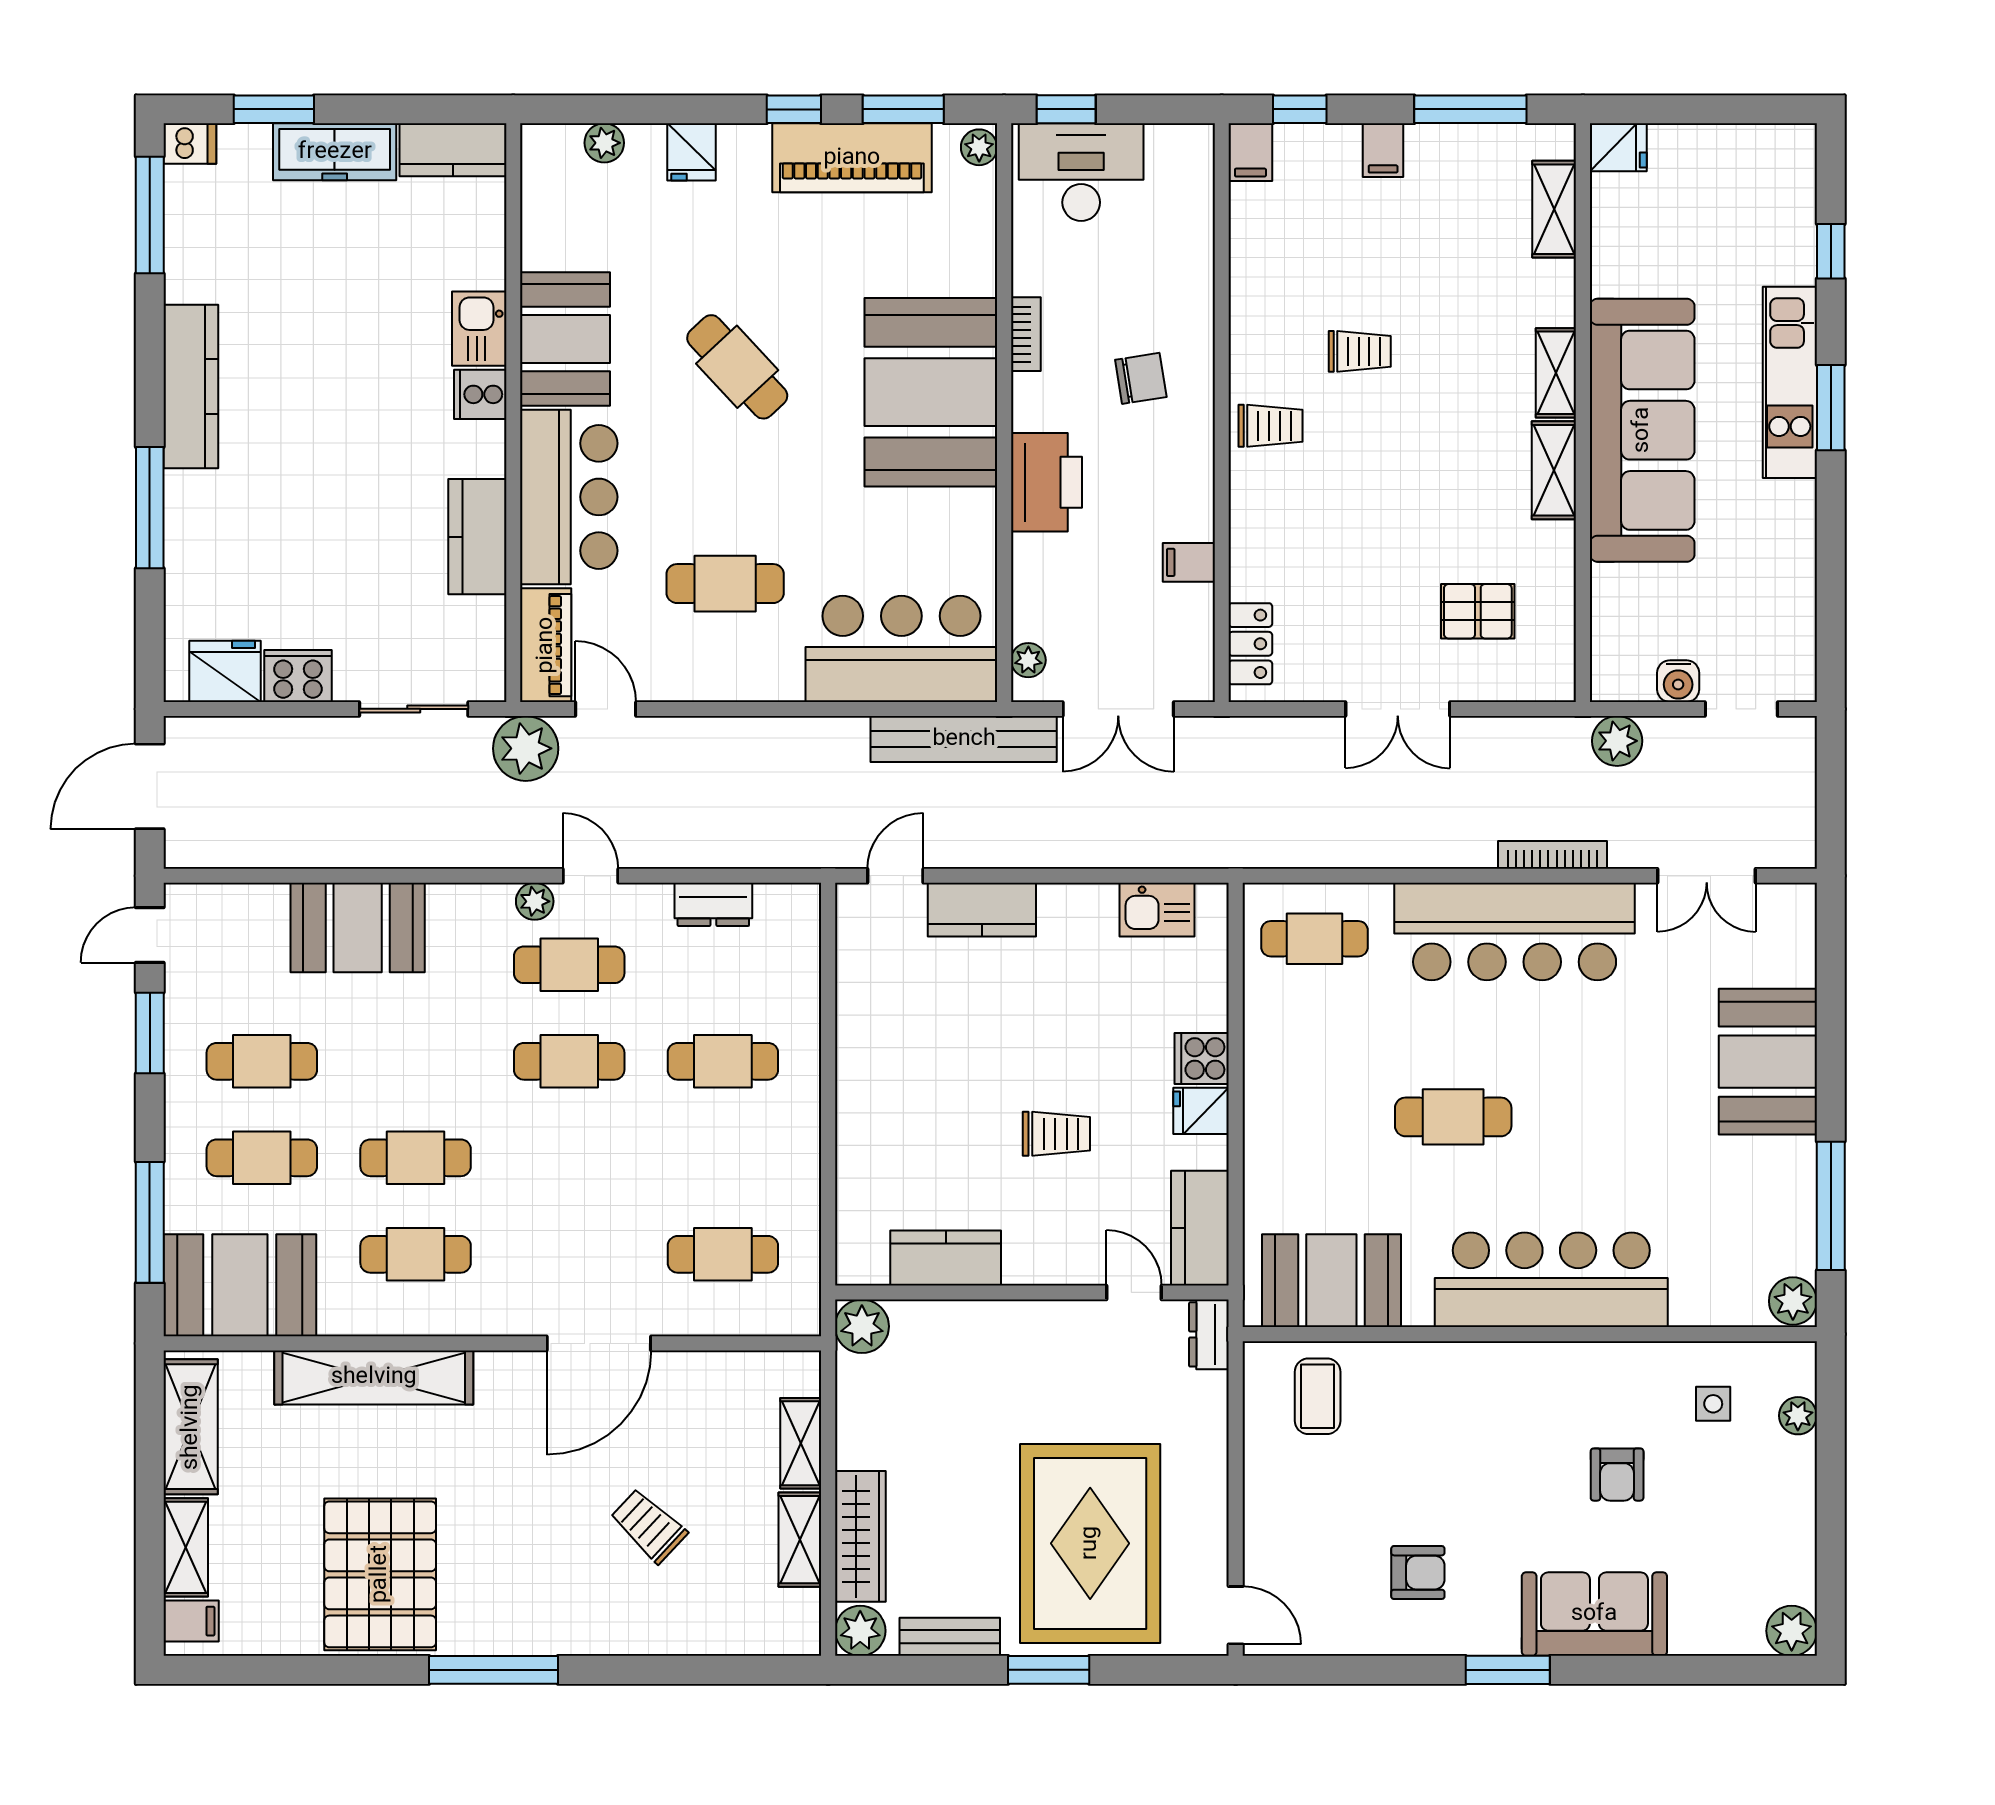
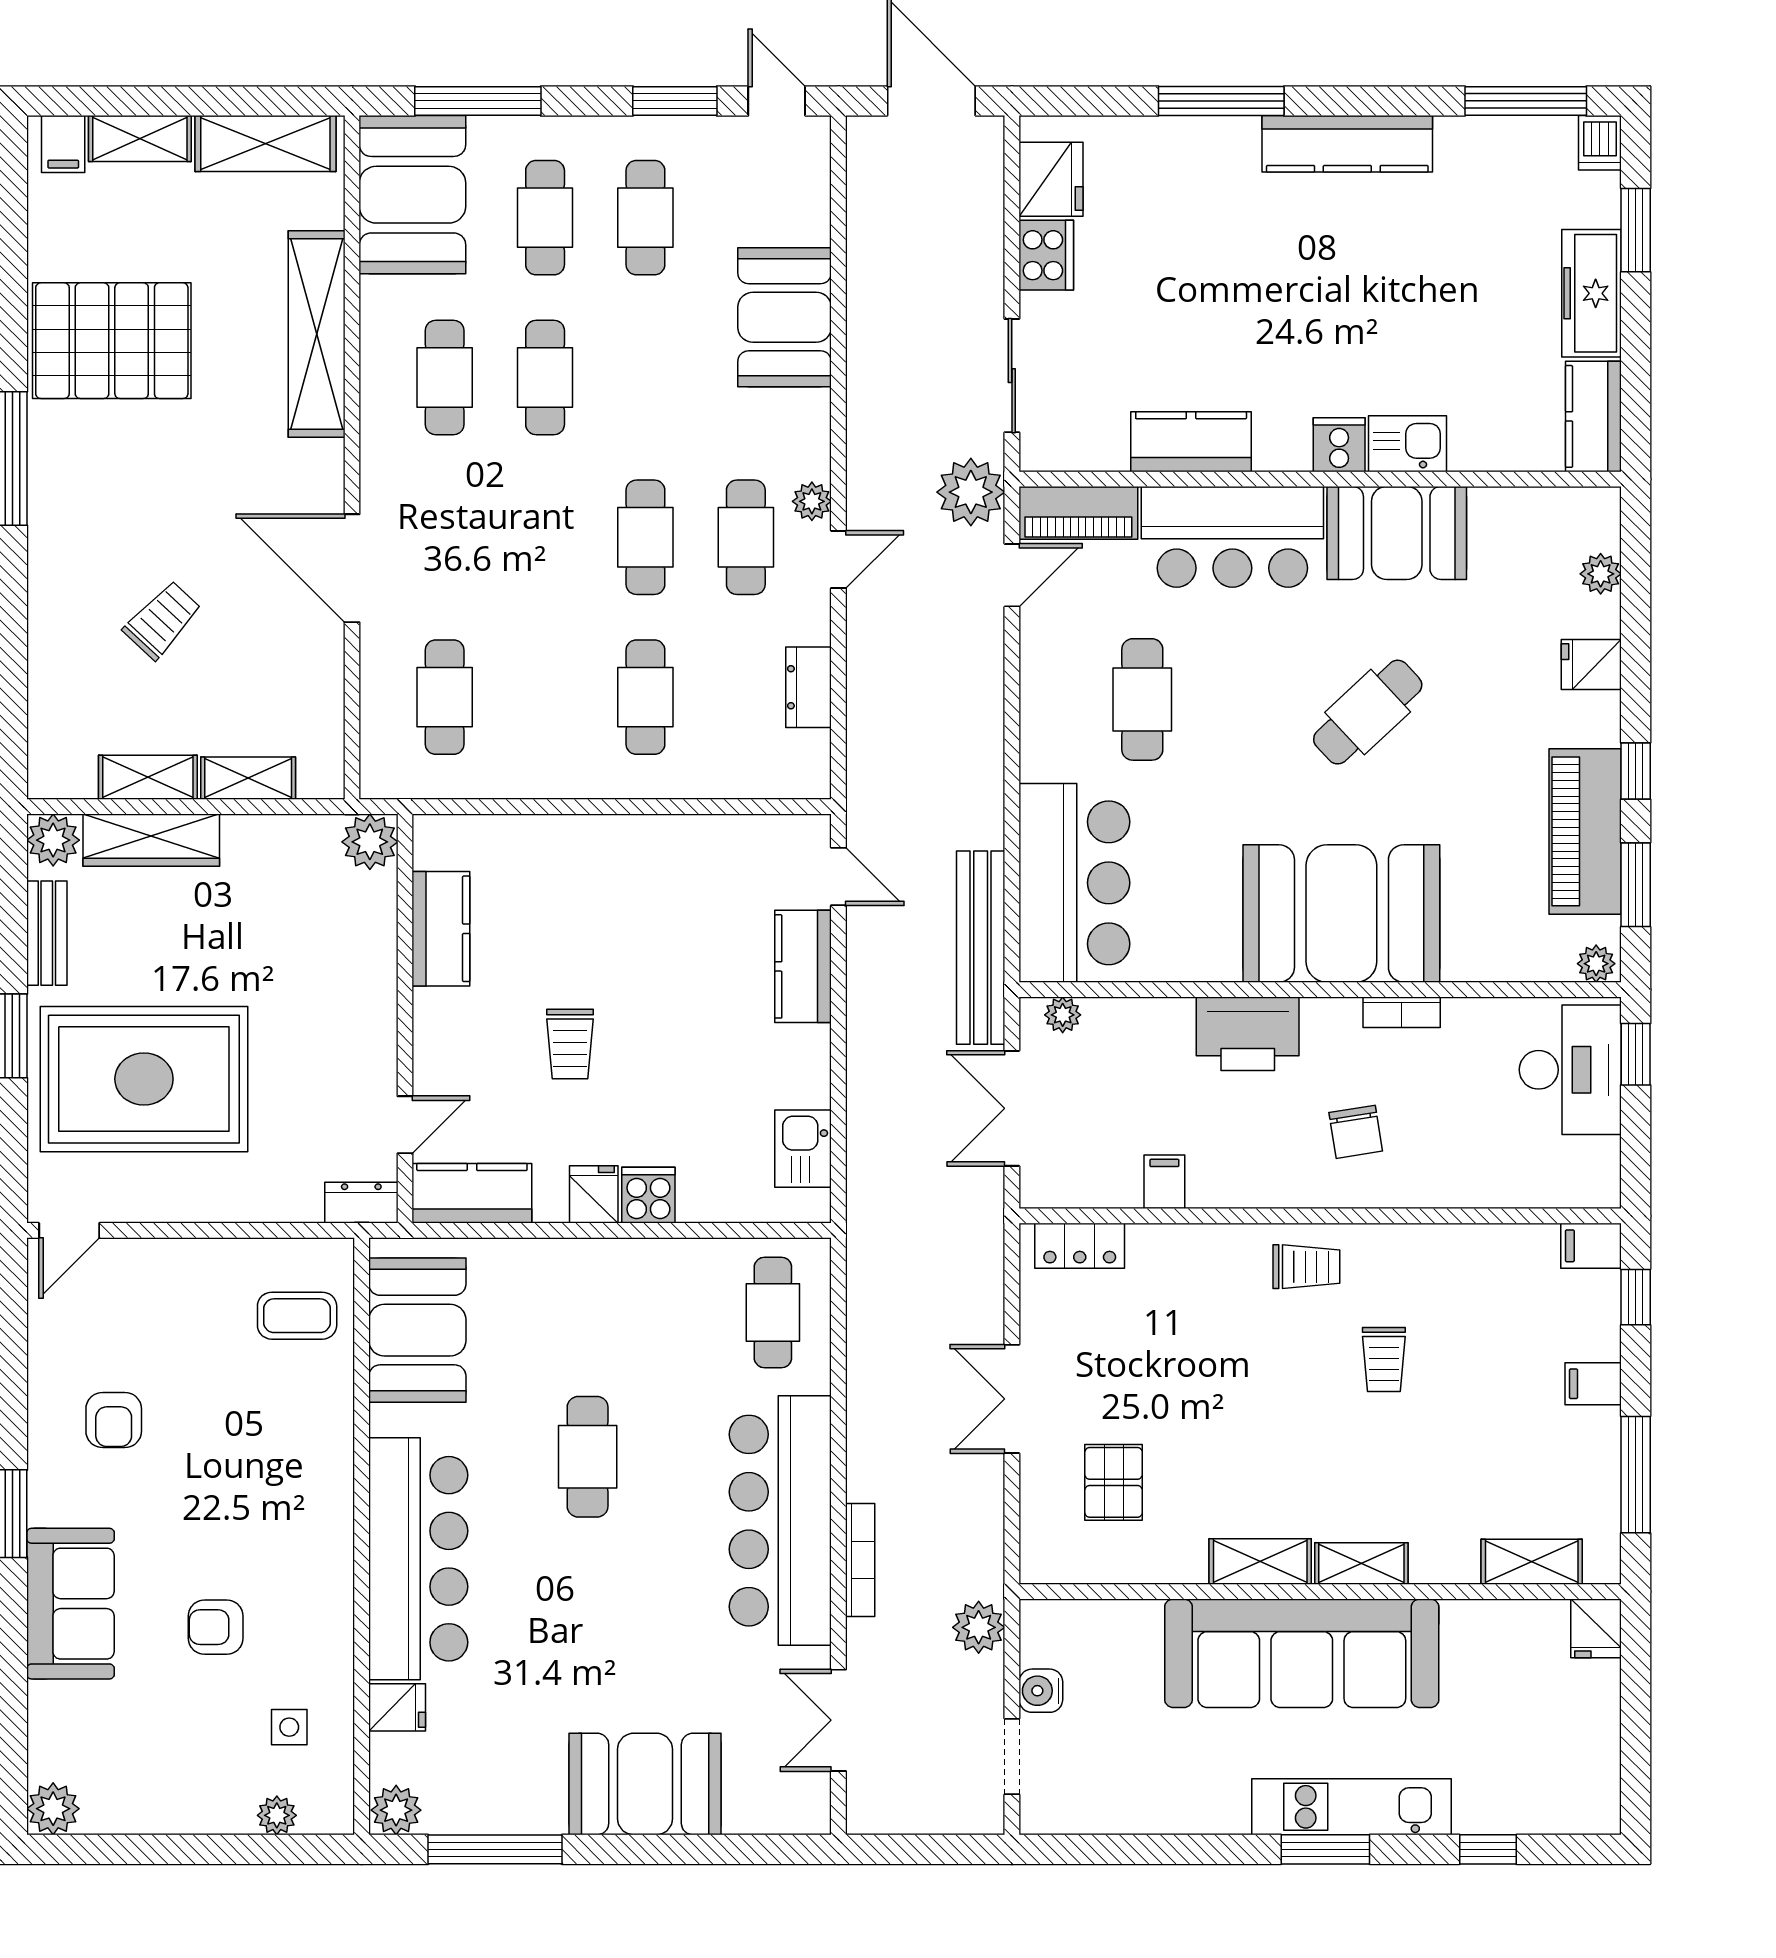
trolley: (1270, 426) -> (1306, 1267), turned -90
fridge: (1694, 1300) -> (397, 1707), added

